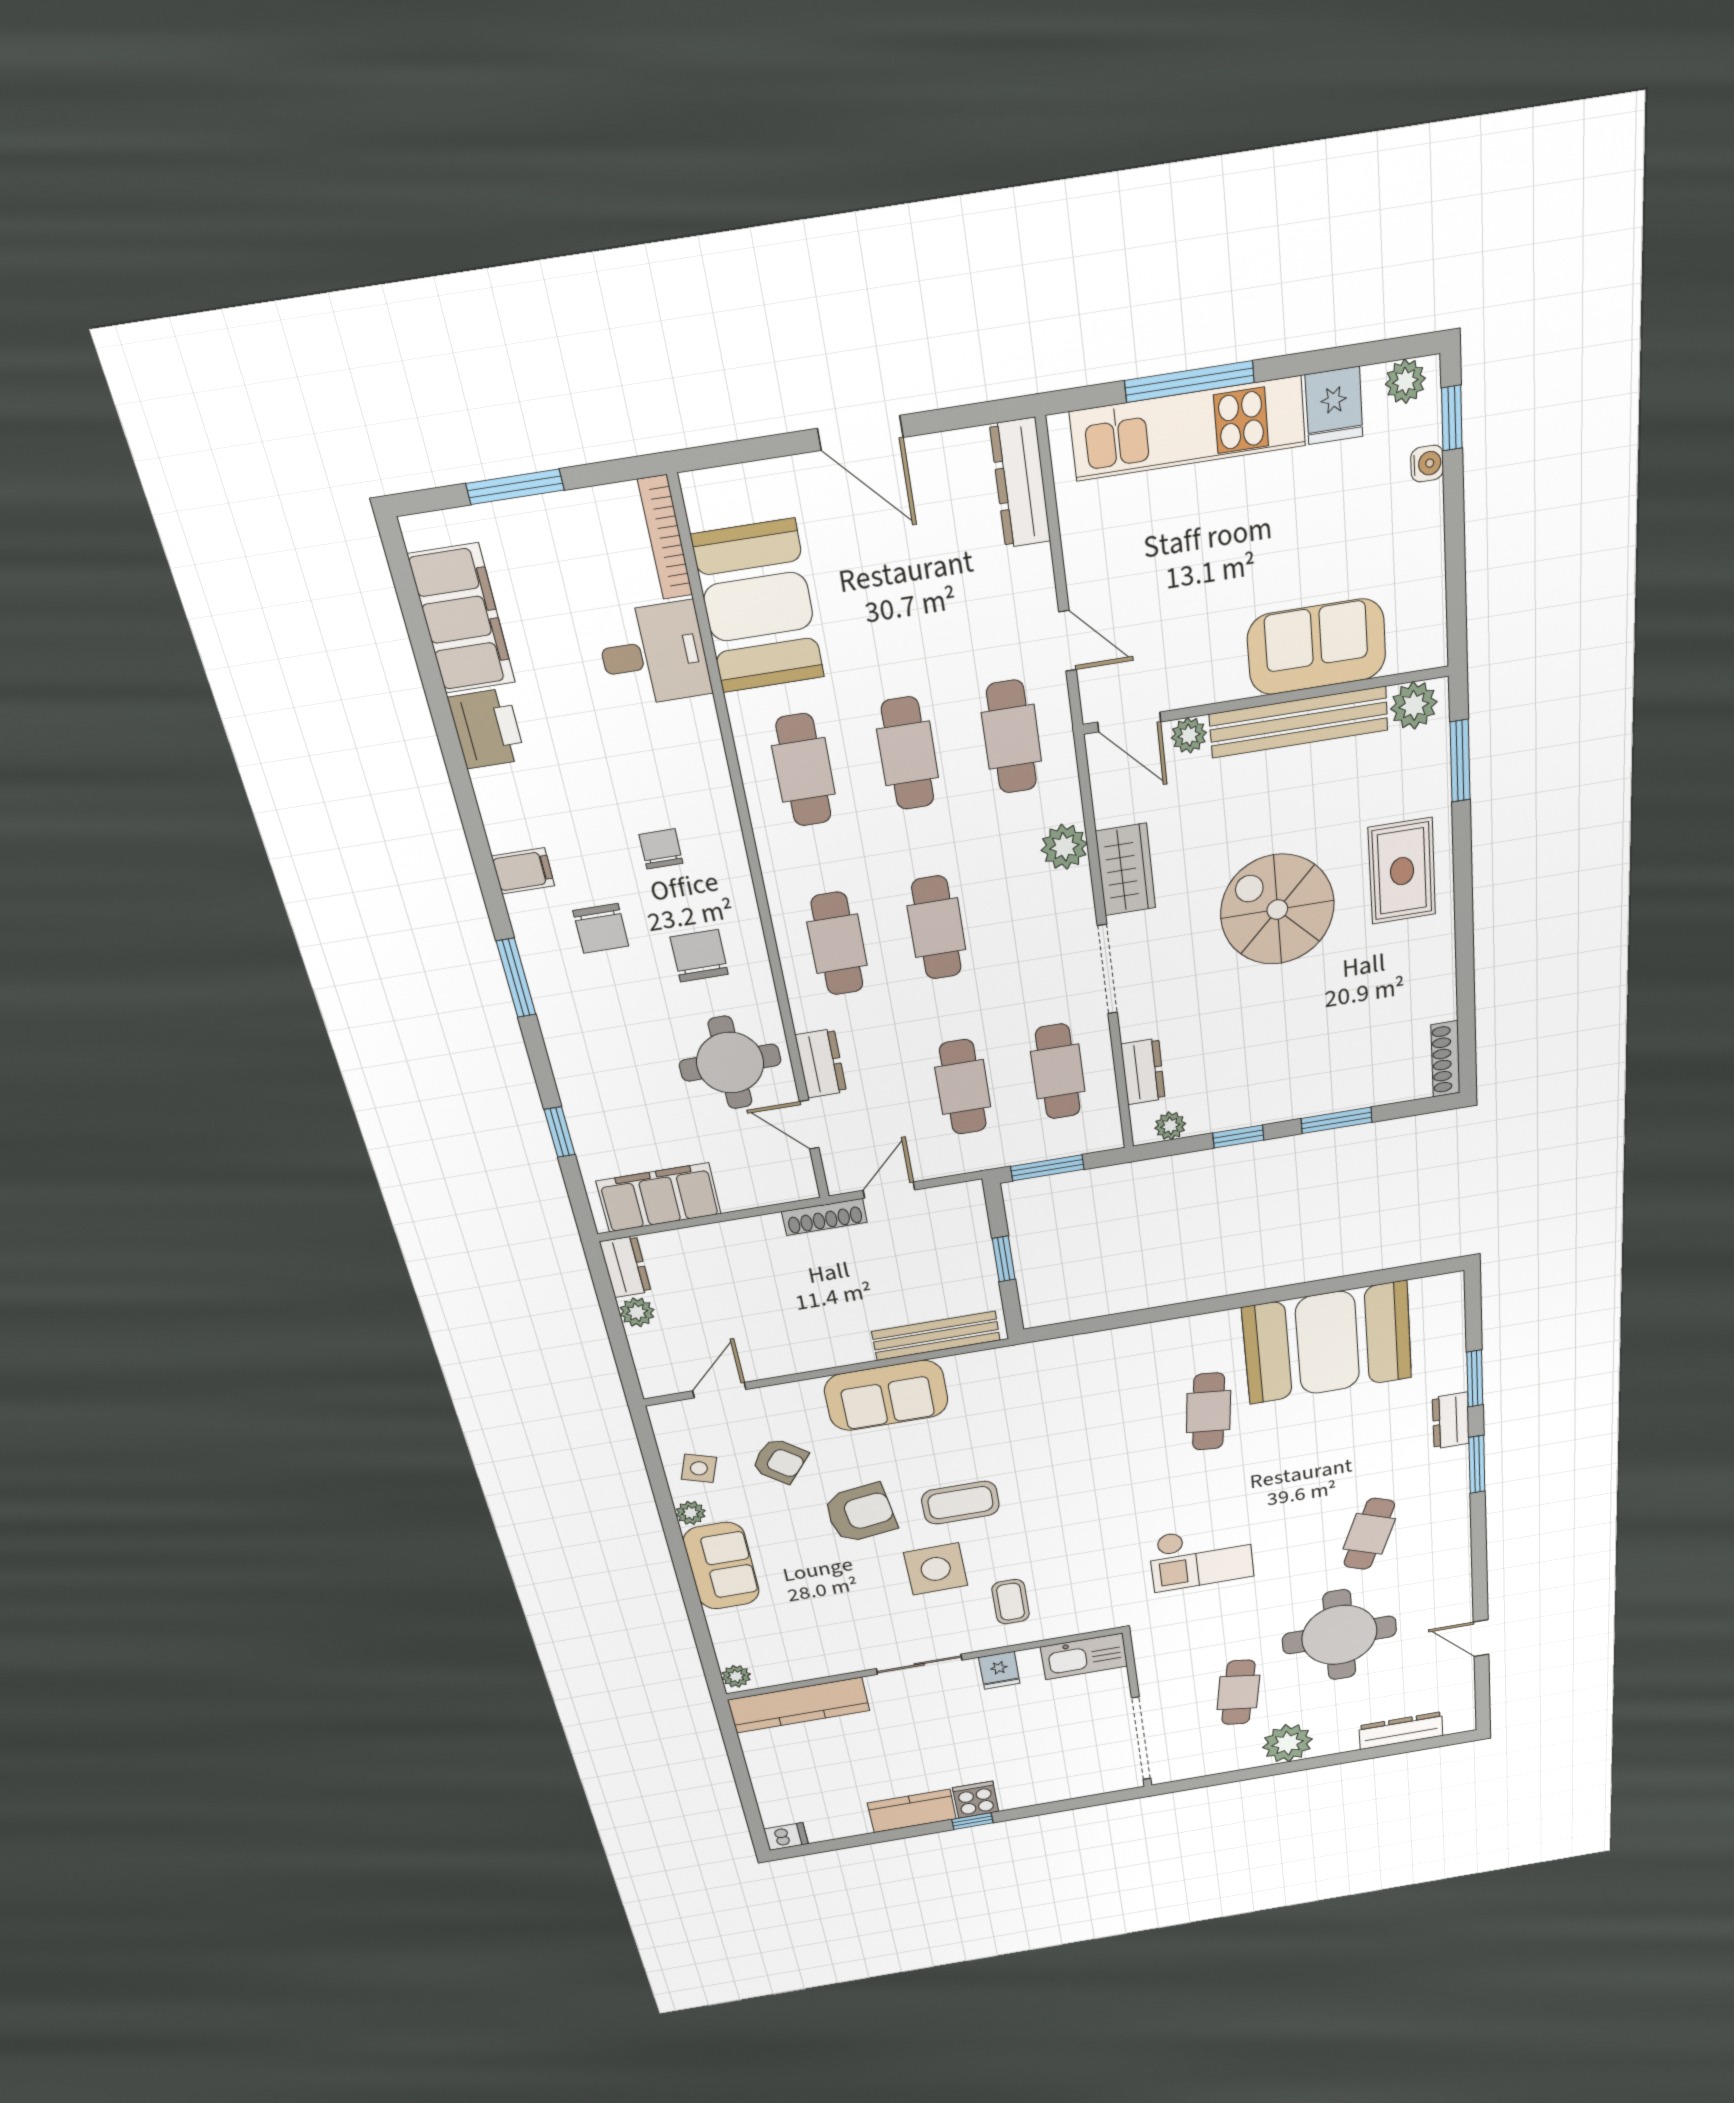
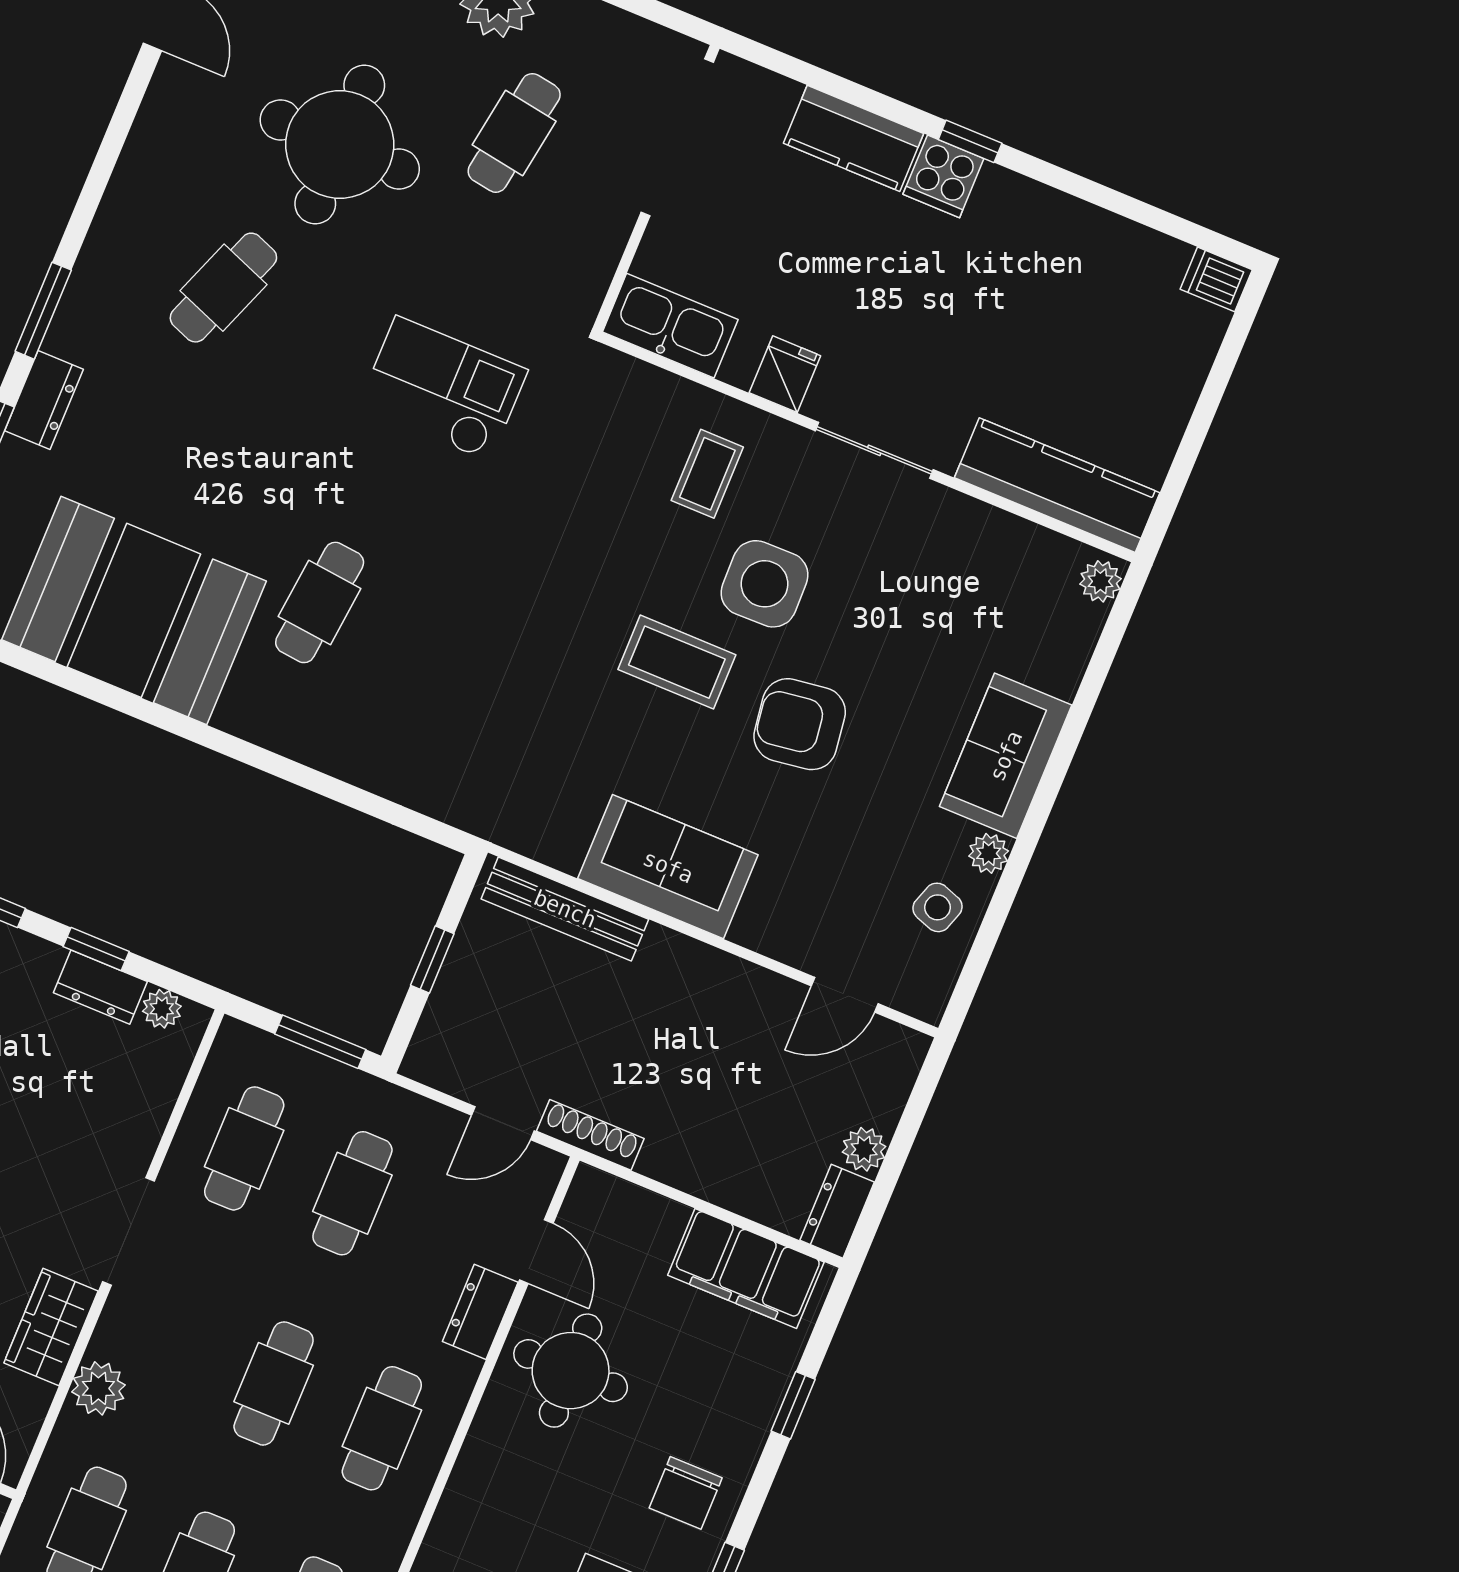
chair: (699, 956) -> (686, 1493), moved
dresser: (1143, 1072) -> (100, 987), moved, turned -90
armchair: (780, 1461) -> (842, 858), removed
kitchen counter: (912, 1811) -> (853, 138), moved

